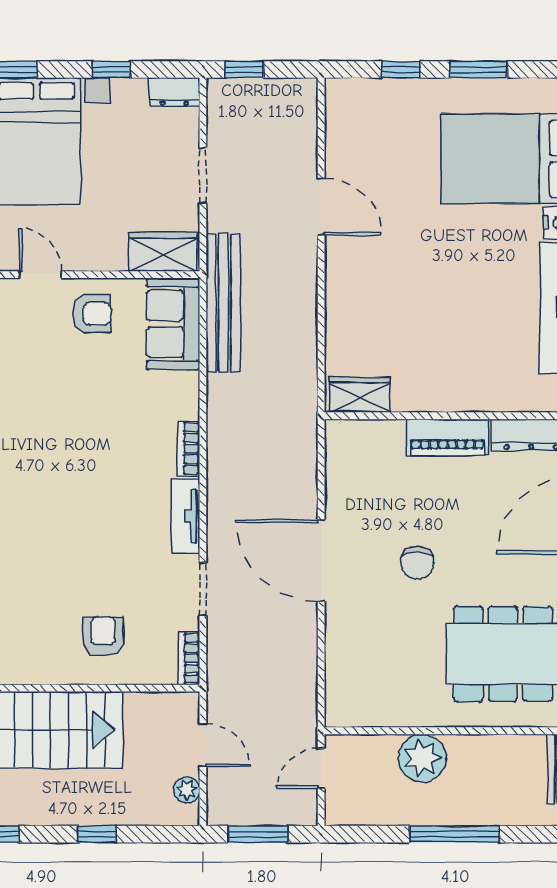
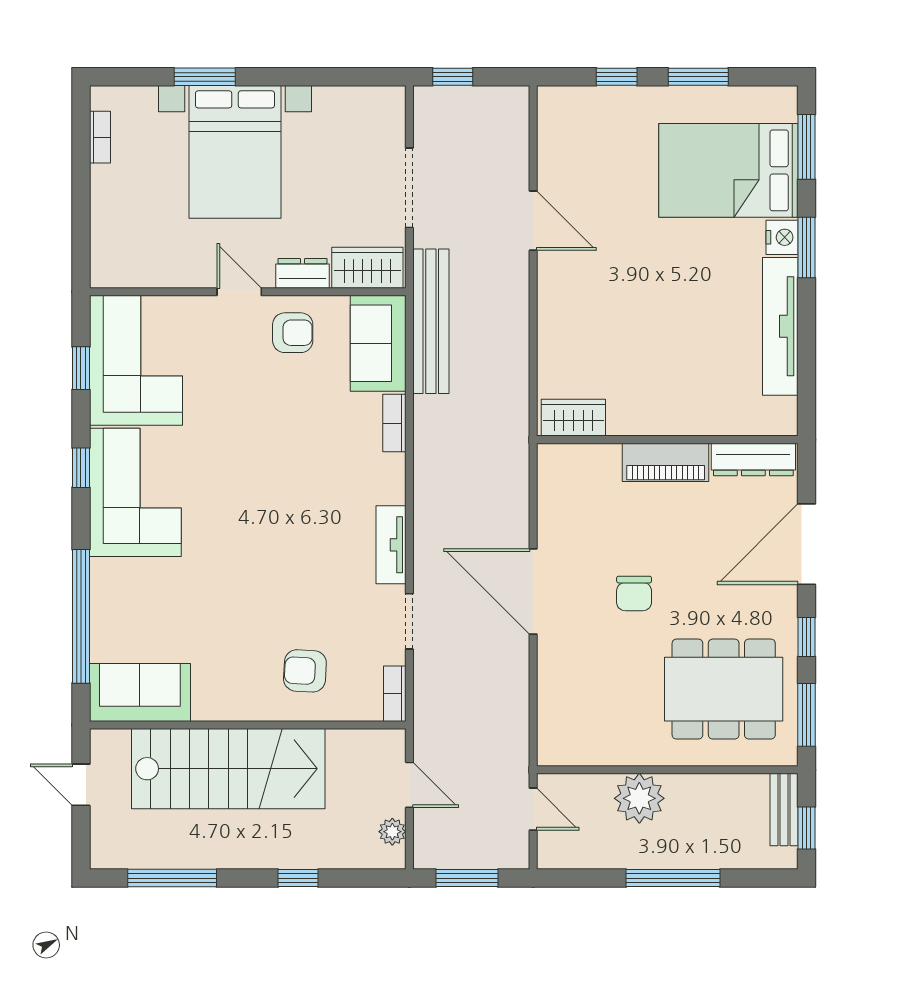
window: (111, 70) -> (313, 77), removed
dresser: (174, 92) -> (303, 273), moved, turned 180
doorway: (203, 175) -> (409, 188), width x1.38
bookcase: (189, 449) -> (394, 423), moved
armchair: (103, 636) -> (305, 671), turned -87
door: (321, 768) -> (533, 809), swing flipped

